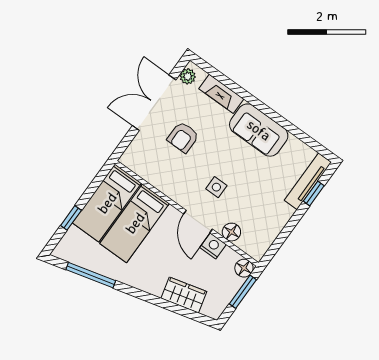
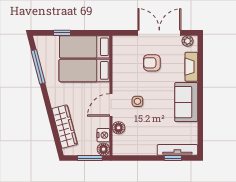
nightstand: (213, 246) -> (103, 135), moved
wardrobe: (184, 295) -> (65, 127), width x1.50

